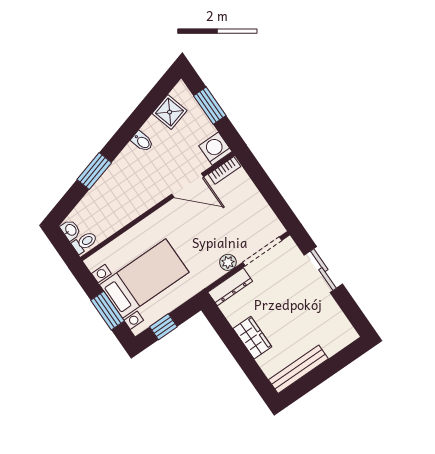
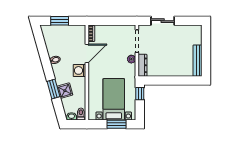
shower: (170, 112) -> (65, 91), moved
washing machine: (215, 149) -> (80, 70), moved
window: (163, 327) -> (140, 94), moved
wardrobe: (252, 338) -> (171, 71), removed

